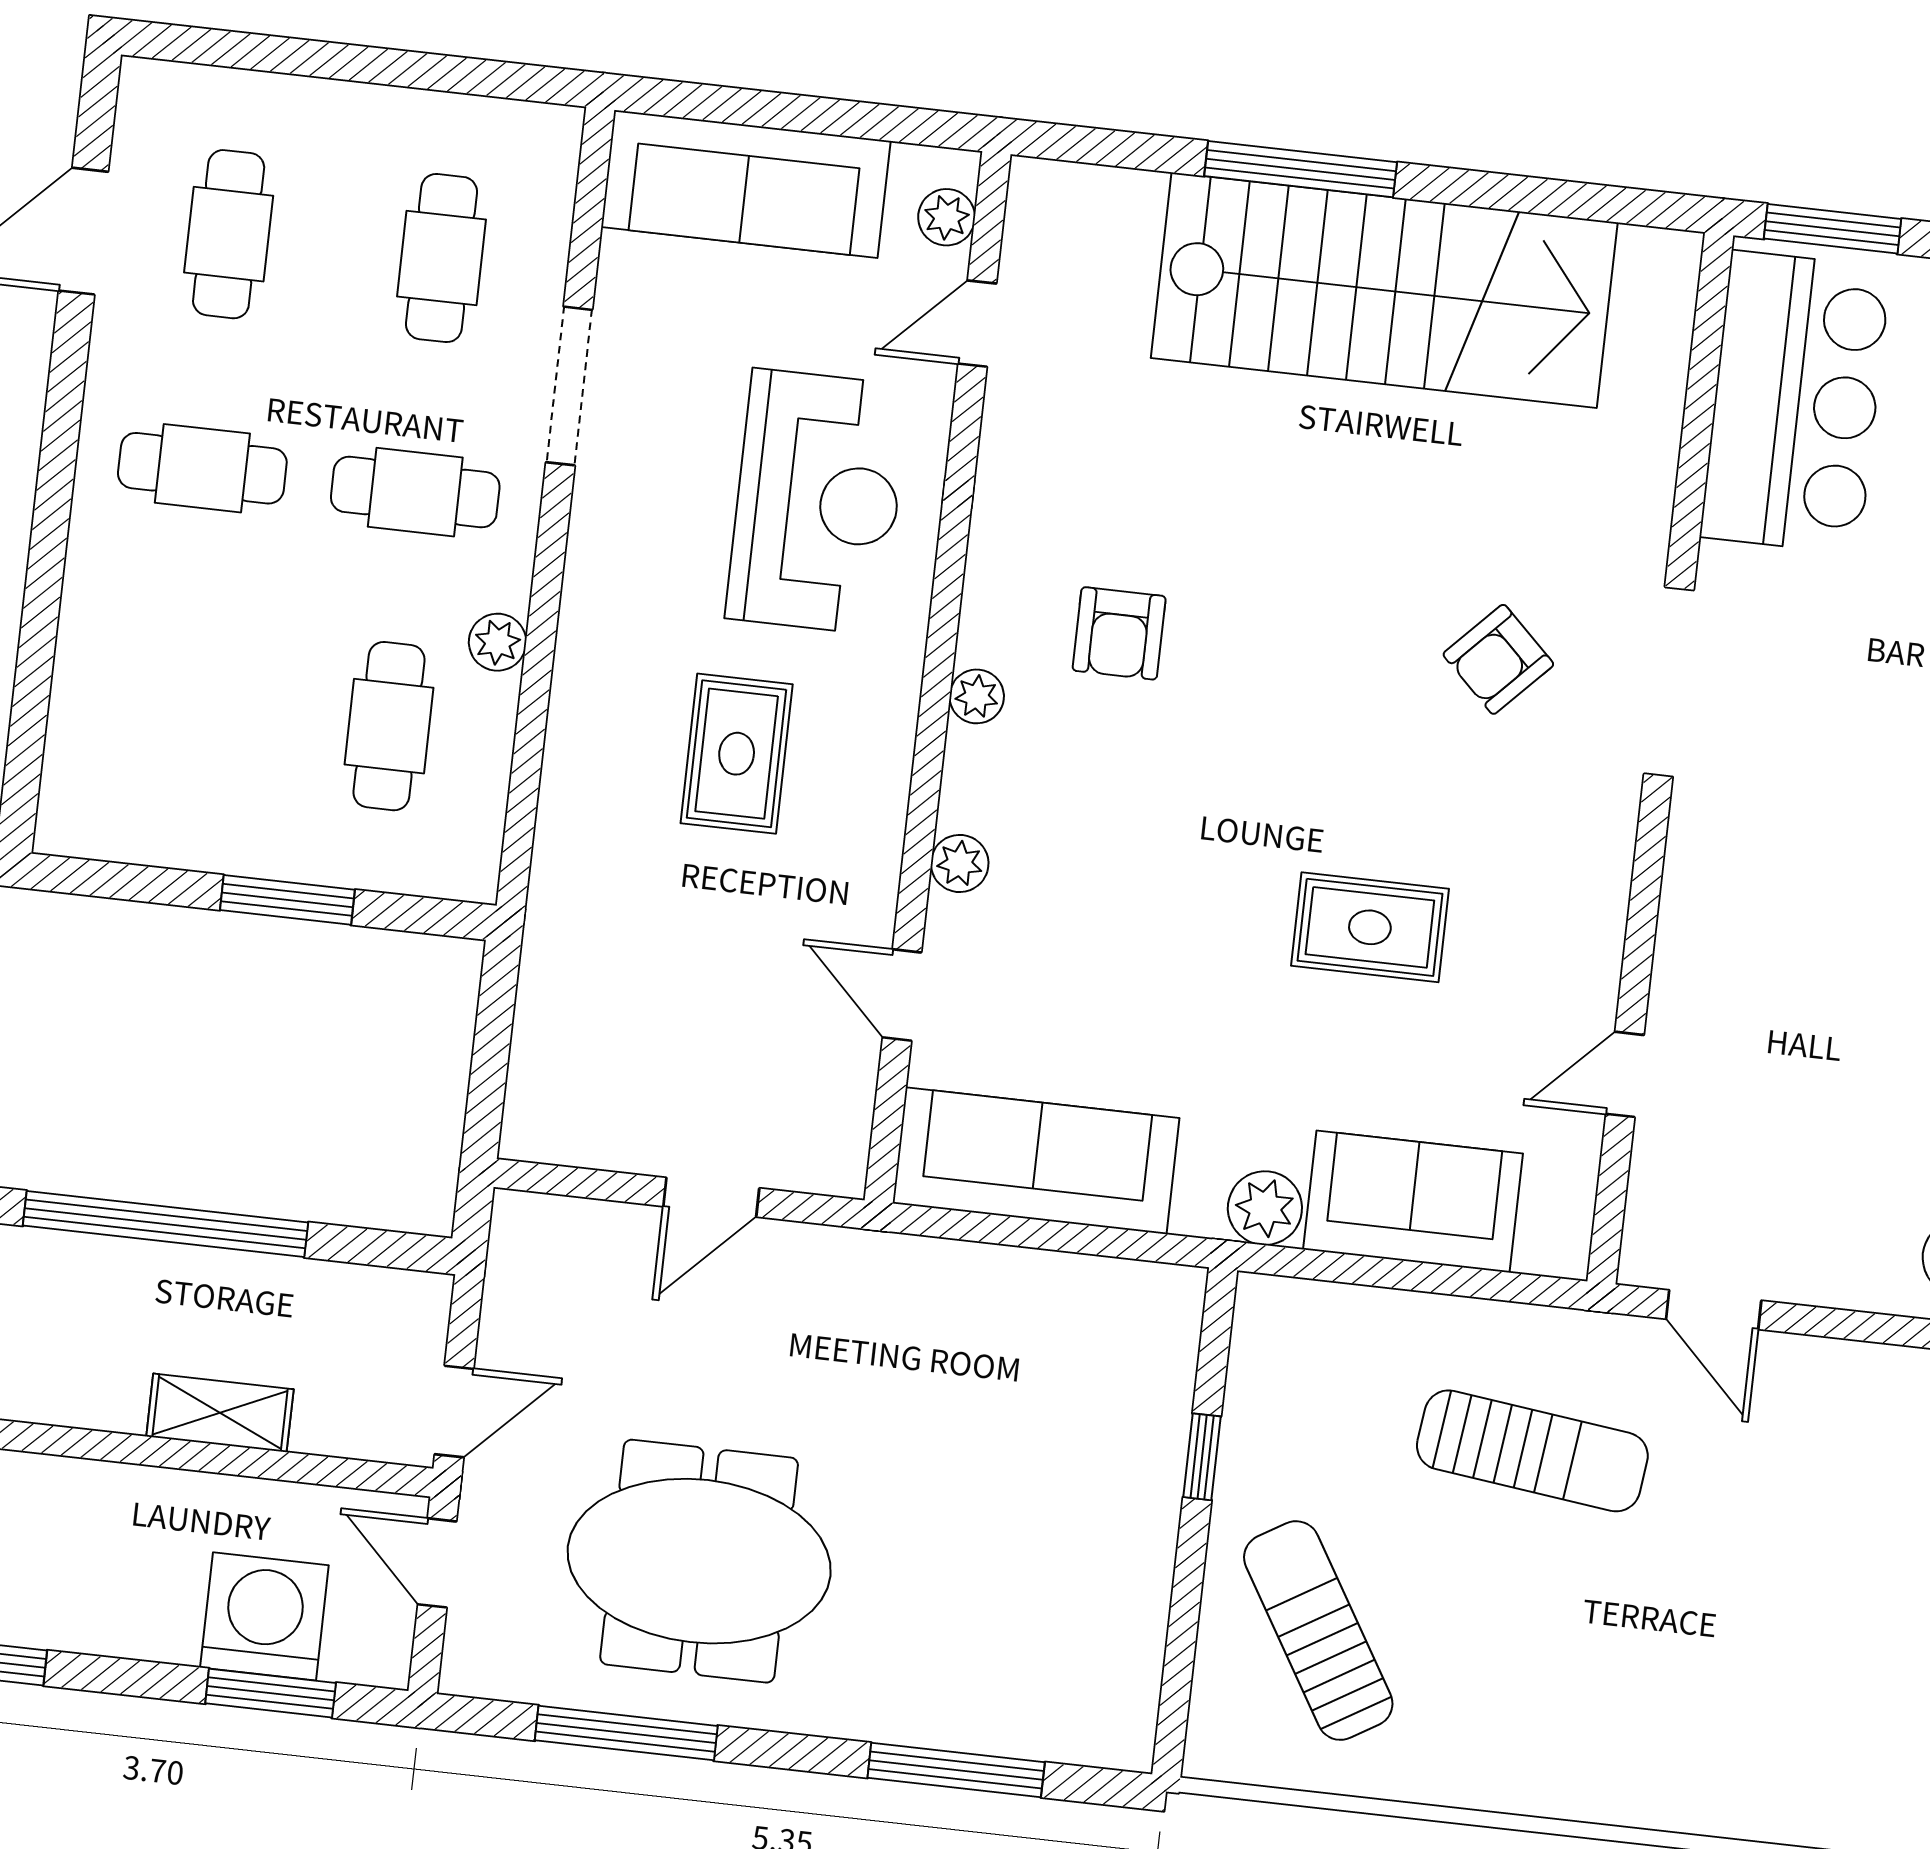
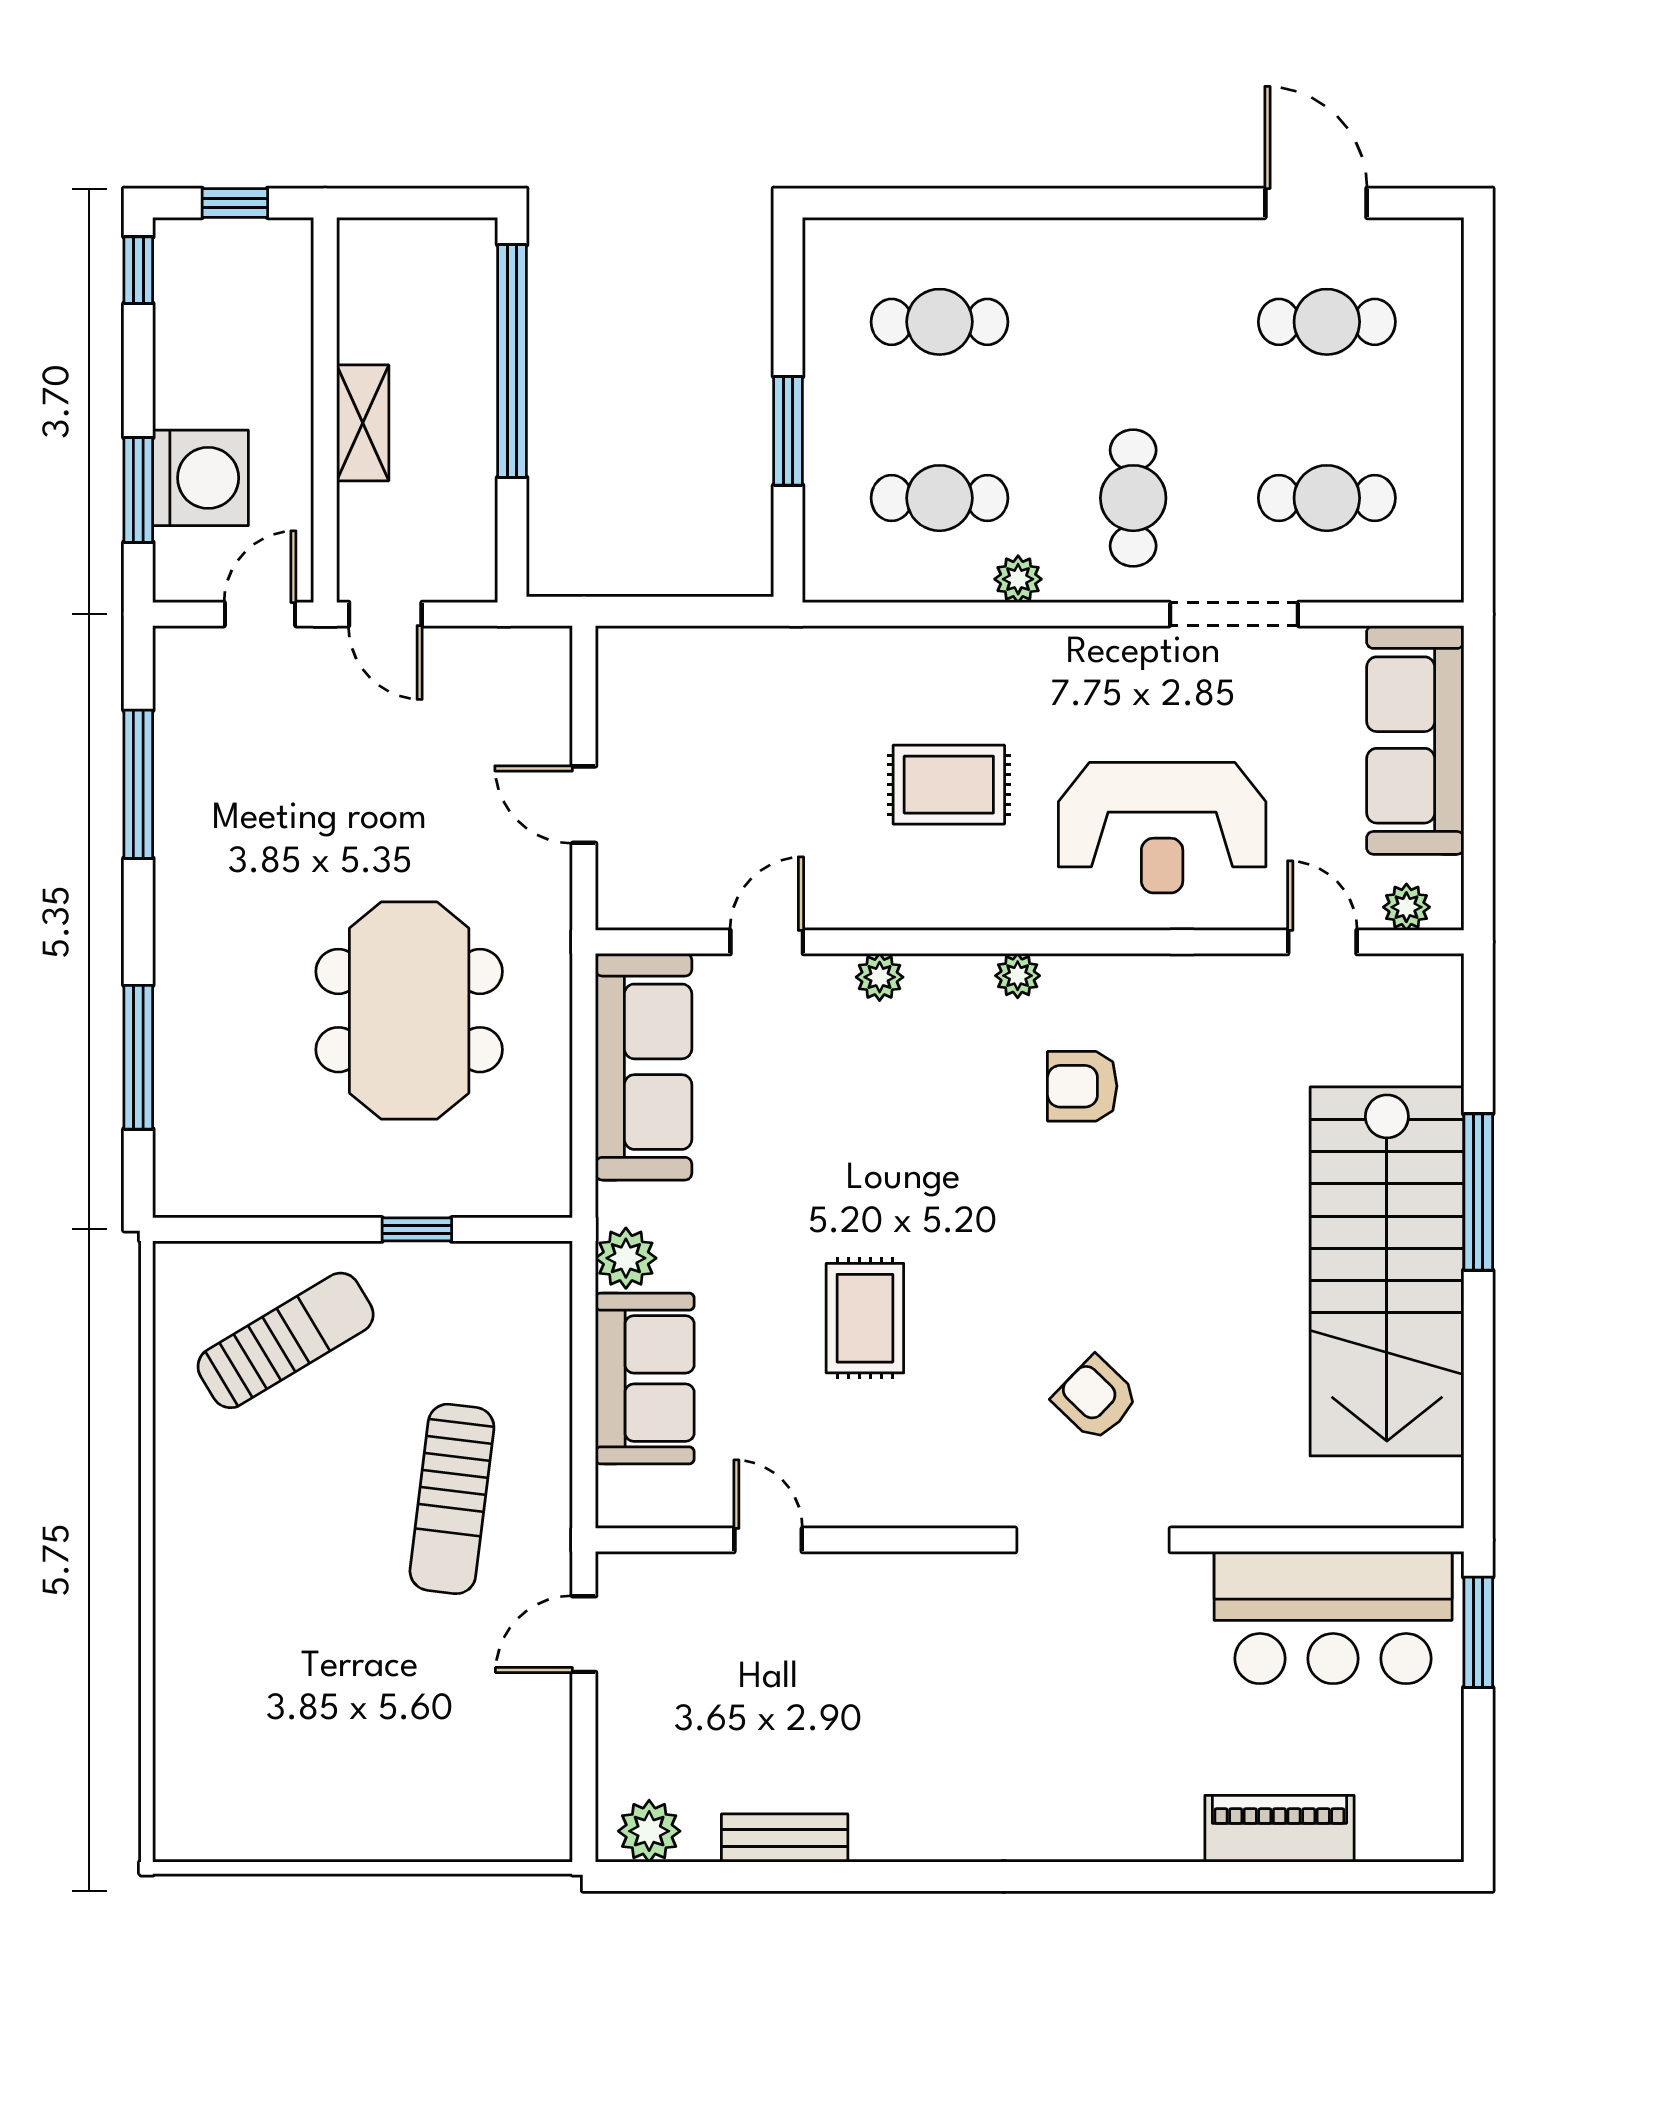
cafe table: (202, 468) -> (939, 322), moved, turned 90
meeting table: (699, 1561) -> (409, 1011), moved

